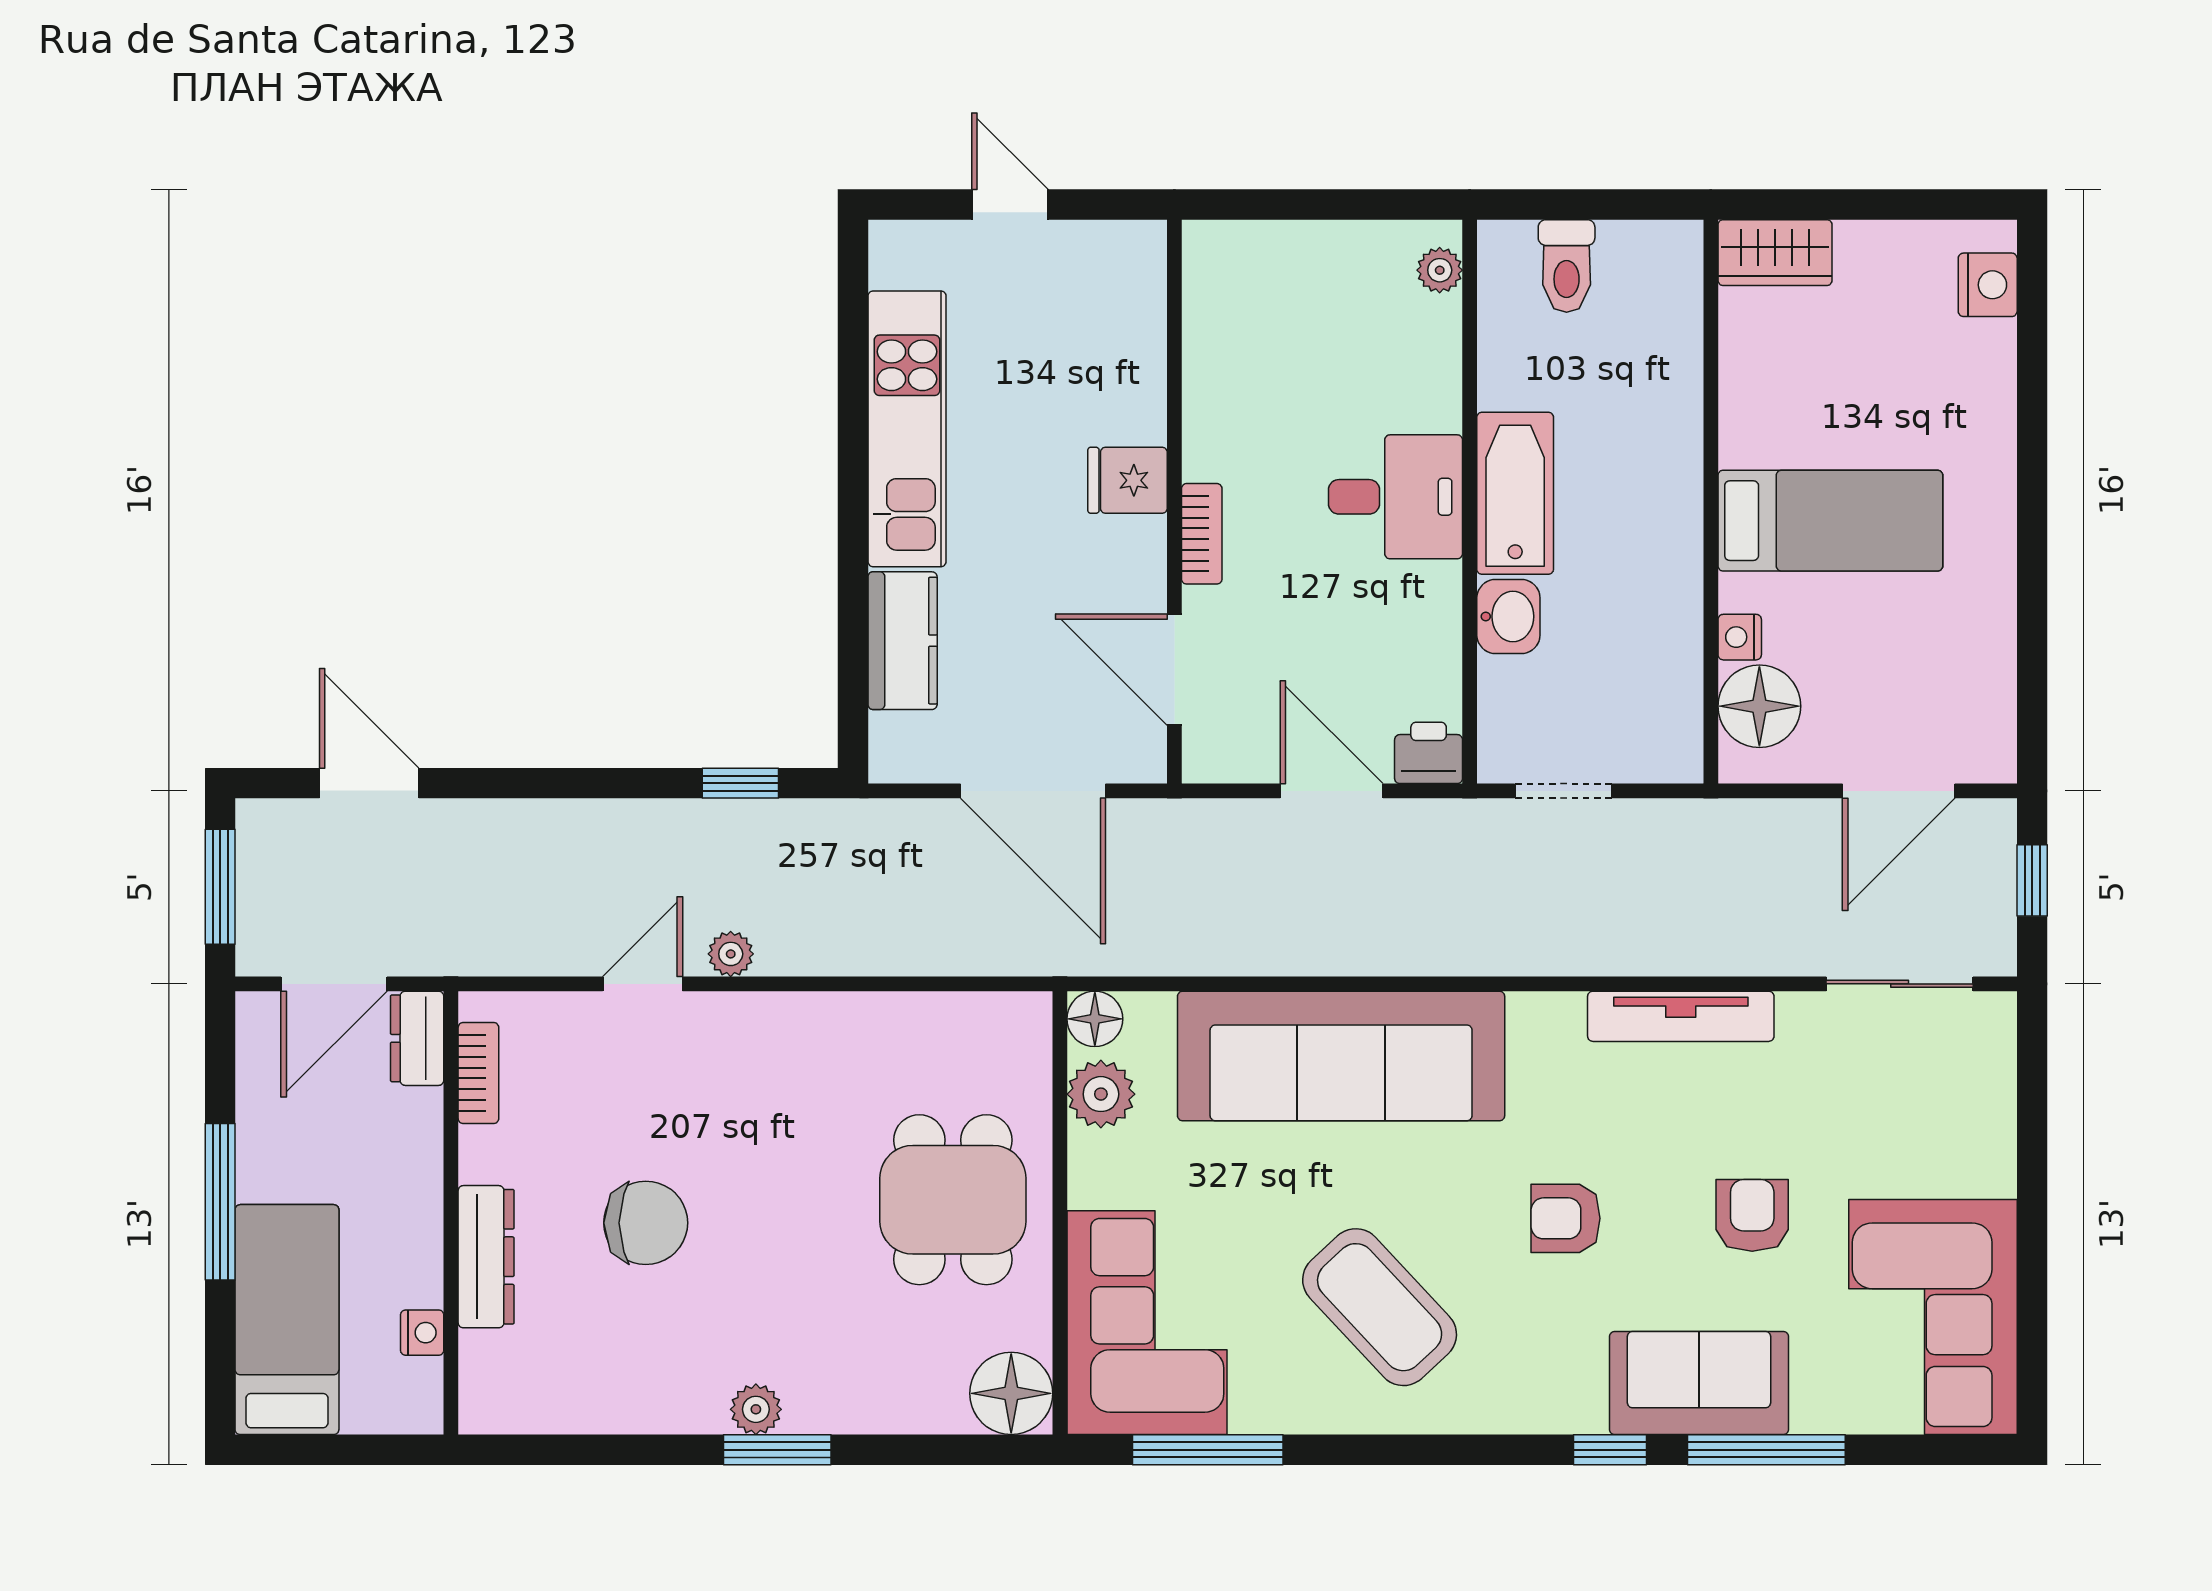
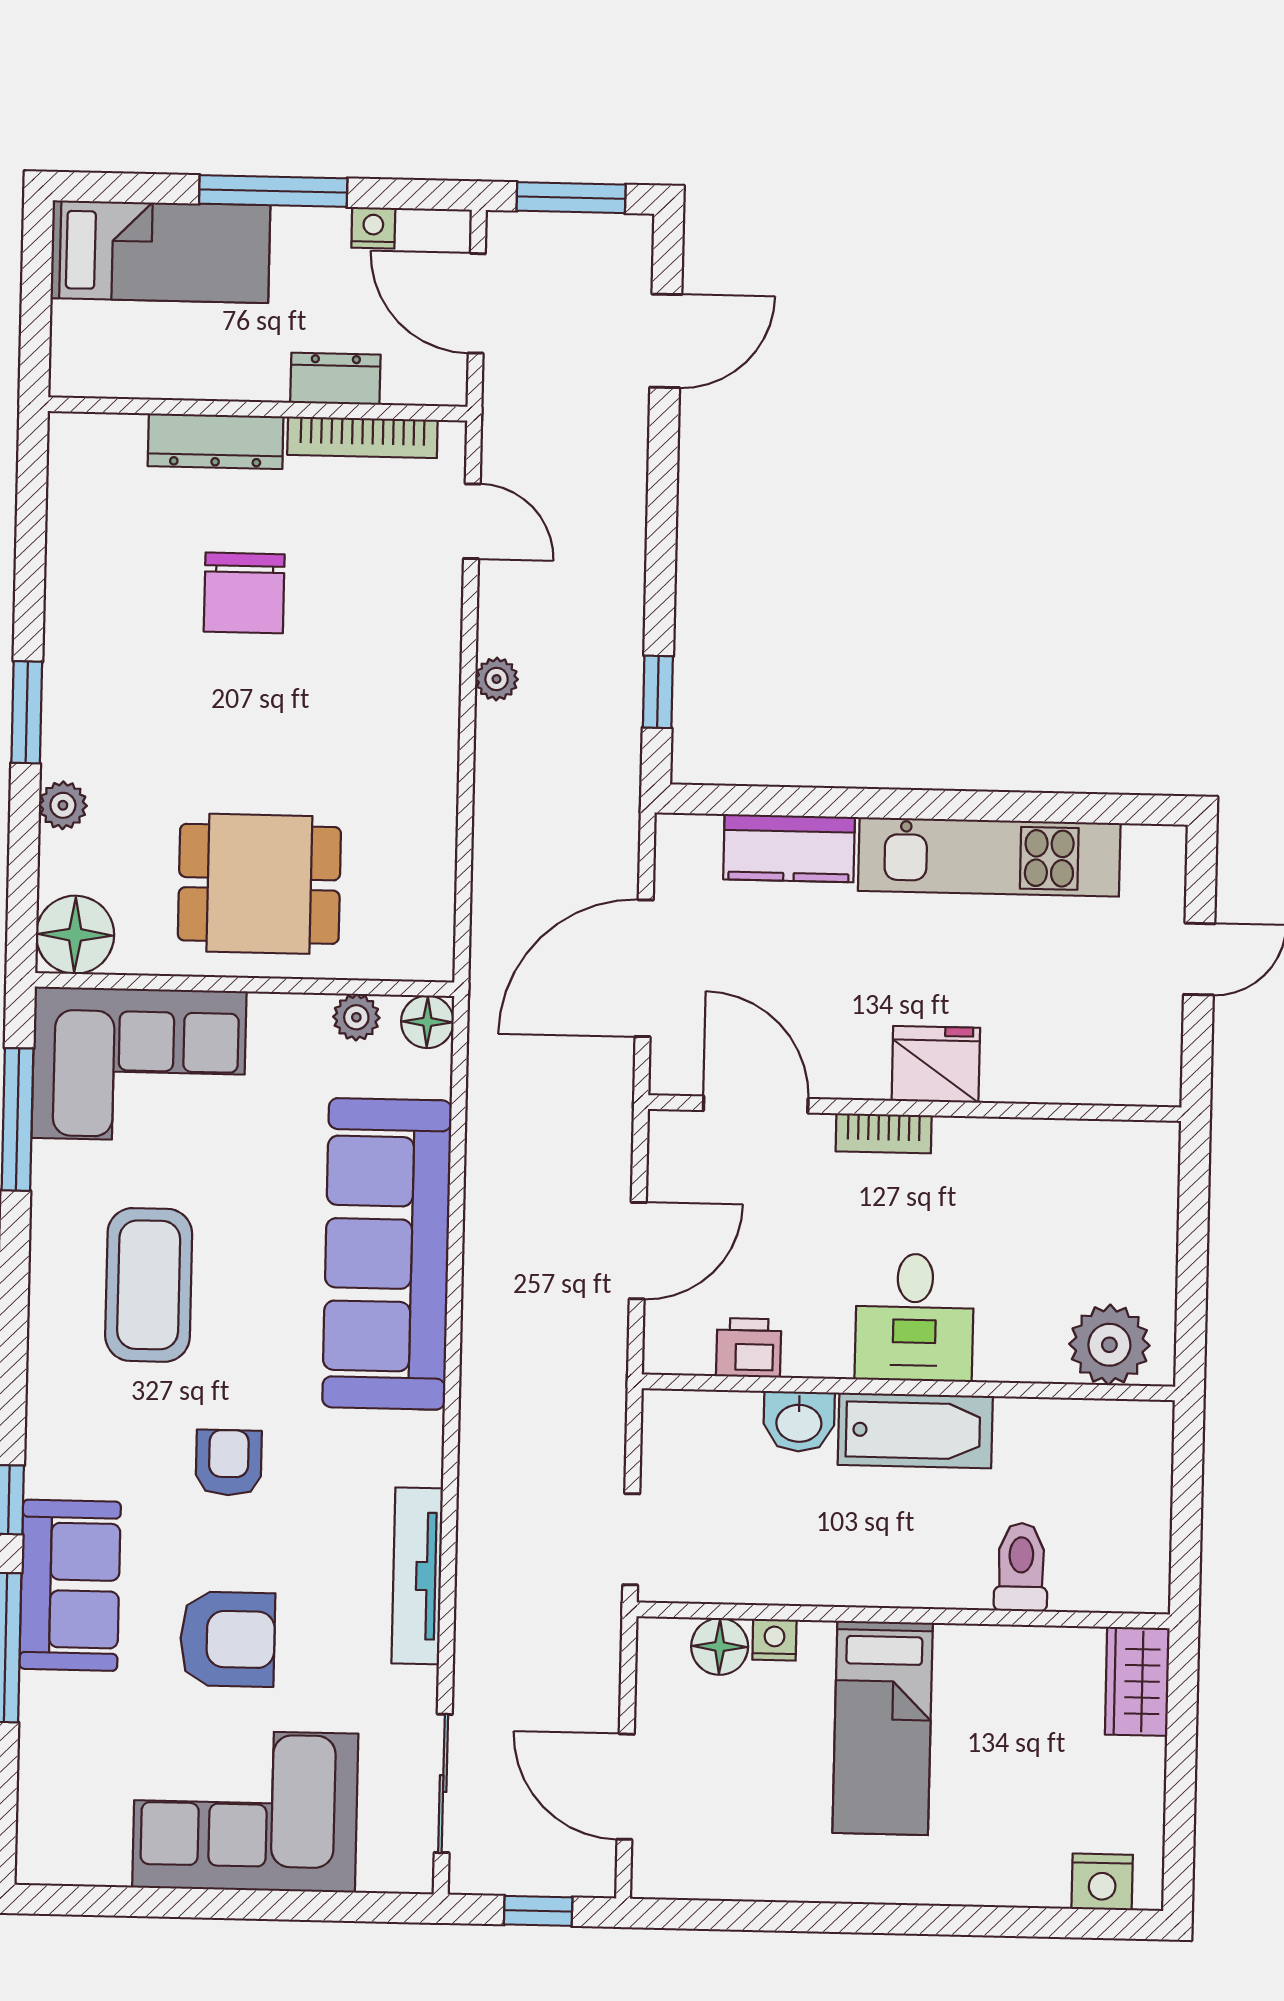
toilet: (1567, 266) -> (1021, 1567), moved, turned 90
plant: (1440, 270) -> (1109, 1345), width x1.87, depth x1.87
fridge: (1127, 480) -> (936, 1064), width x1.38
door: (1174, 670) -> (756, 1105), hinge flipped
floor lamp: (1759, 706) -> (720, 1646), width x0.73, depth x0.73
printer: (1429, 753) -> (749, 1348), moved, turned -90
doorway: (1563, 791) -> (631, 1539), moved
door: (643, 984) -> (472, 521), moved
dresser: (417, 1038) -> (335, 379), moved
bookcase: (478, 1073) -> (362, 437), width x1.56
plant: (1101, 1094) -> (356, 1017), width x0.73, depth x0.73
armchair: (1752, 1215) -> (228, 1639), width x1.38, depth x1.38
coffee table: (1380, 1307) -> (149, 1285), turned -47
corner sofa: (1933, 1317) -> (245, 1811), moved
nightstand: (422, 1333) -> (373, 228), moved, turned 180
plant: (756, 1409) -> (63, 805), moved

